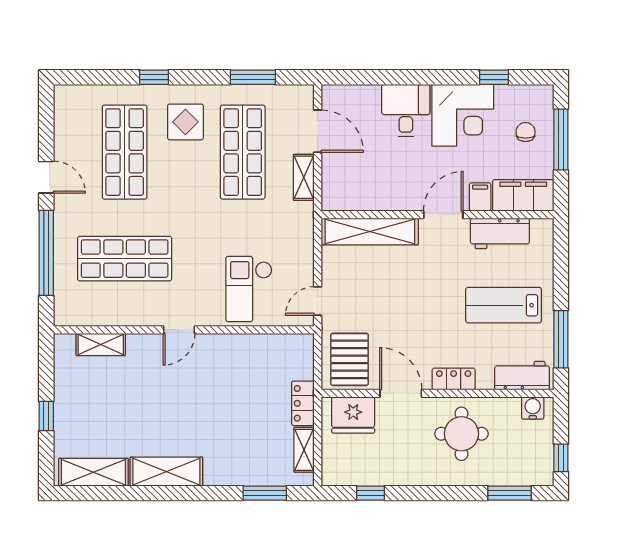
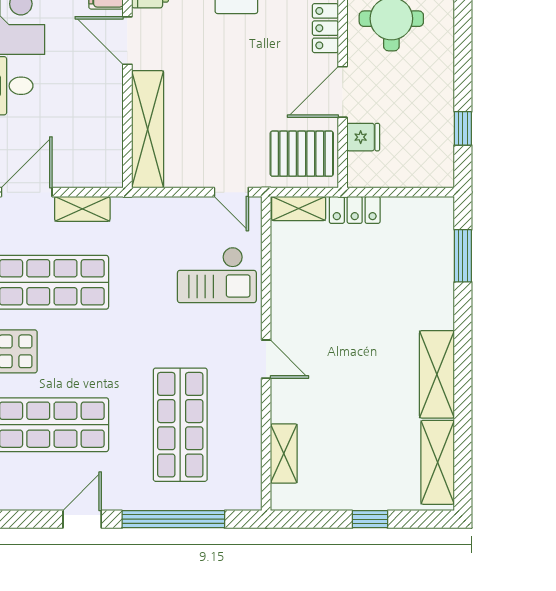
fridge: (353, 415) -> (363, 137), width x0.53, depth x0.75
shelving: (304, 450) -> (299, 208), moved

